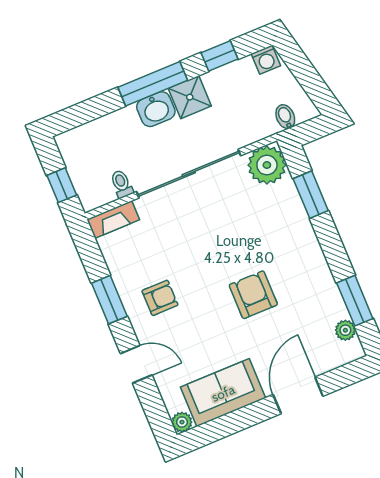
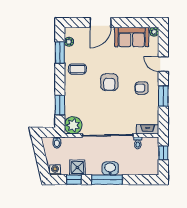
shower: (190, 97) -> (77, 168), moved
coffee table: (306, 282) -> (77, 69), added
armchair: (253, 295) -> (109, 82), moved

